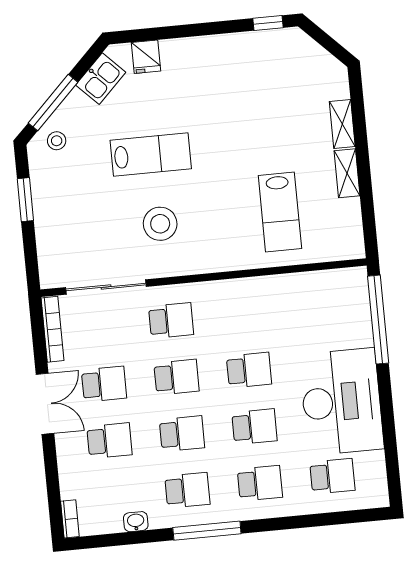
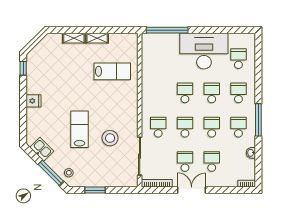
fridge: (146, 57) -> (33, 101), moved
stool: (160, 224) -> (110, 138), moved

